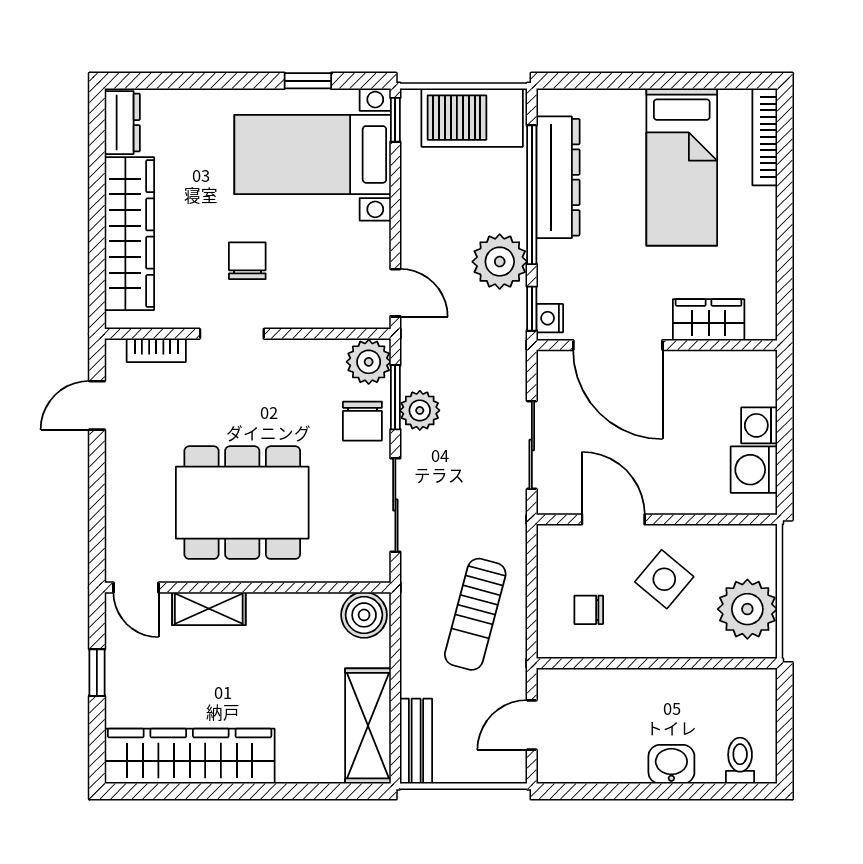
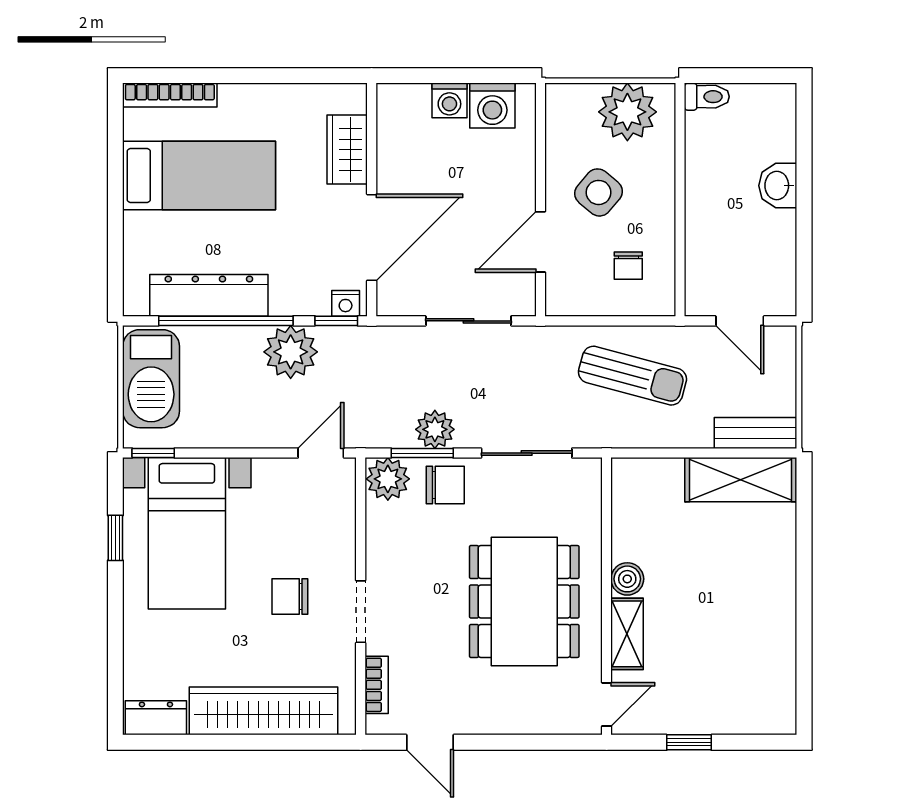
boiler: (364, 615) -> (627, 579), moved, width x0.73, depth x0.73
wardrobe: (190, 756) -> (770, 652), removed
toilet: (740, 761) -> (707, 97), moved, turned 180

